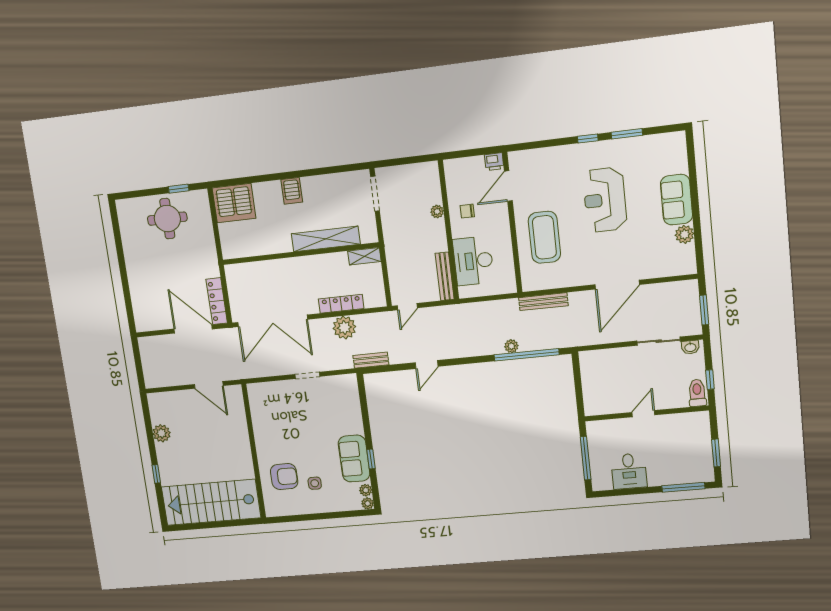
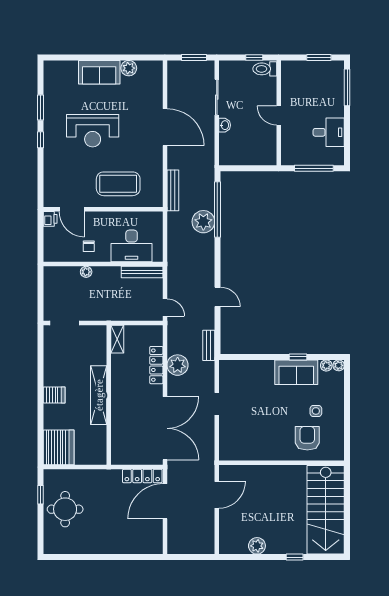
shelving: (326, 239) -> (99, 395), moved
plant: (511, 346) -> (203, 222), width x1.87, depth x1.87
washbasin: (690, 347) -> (225, 125), moved

